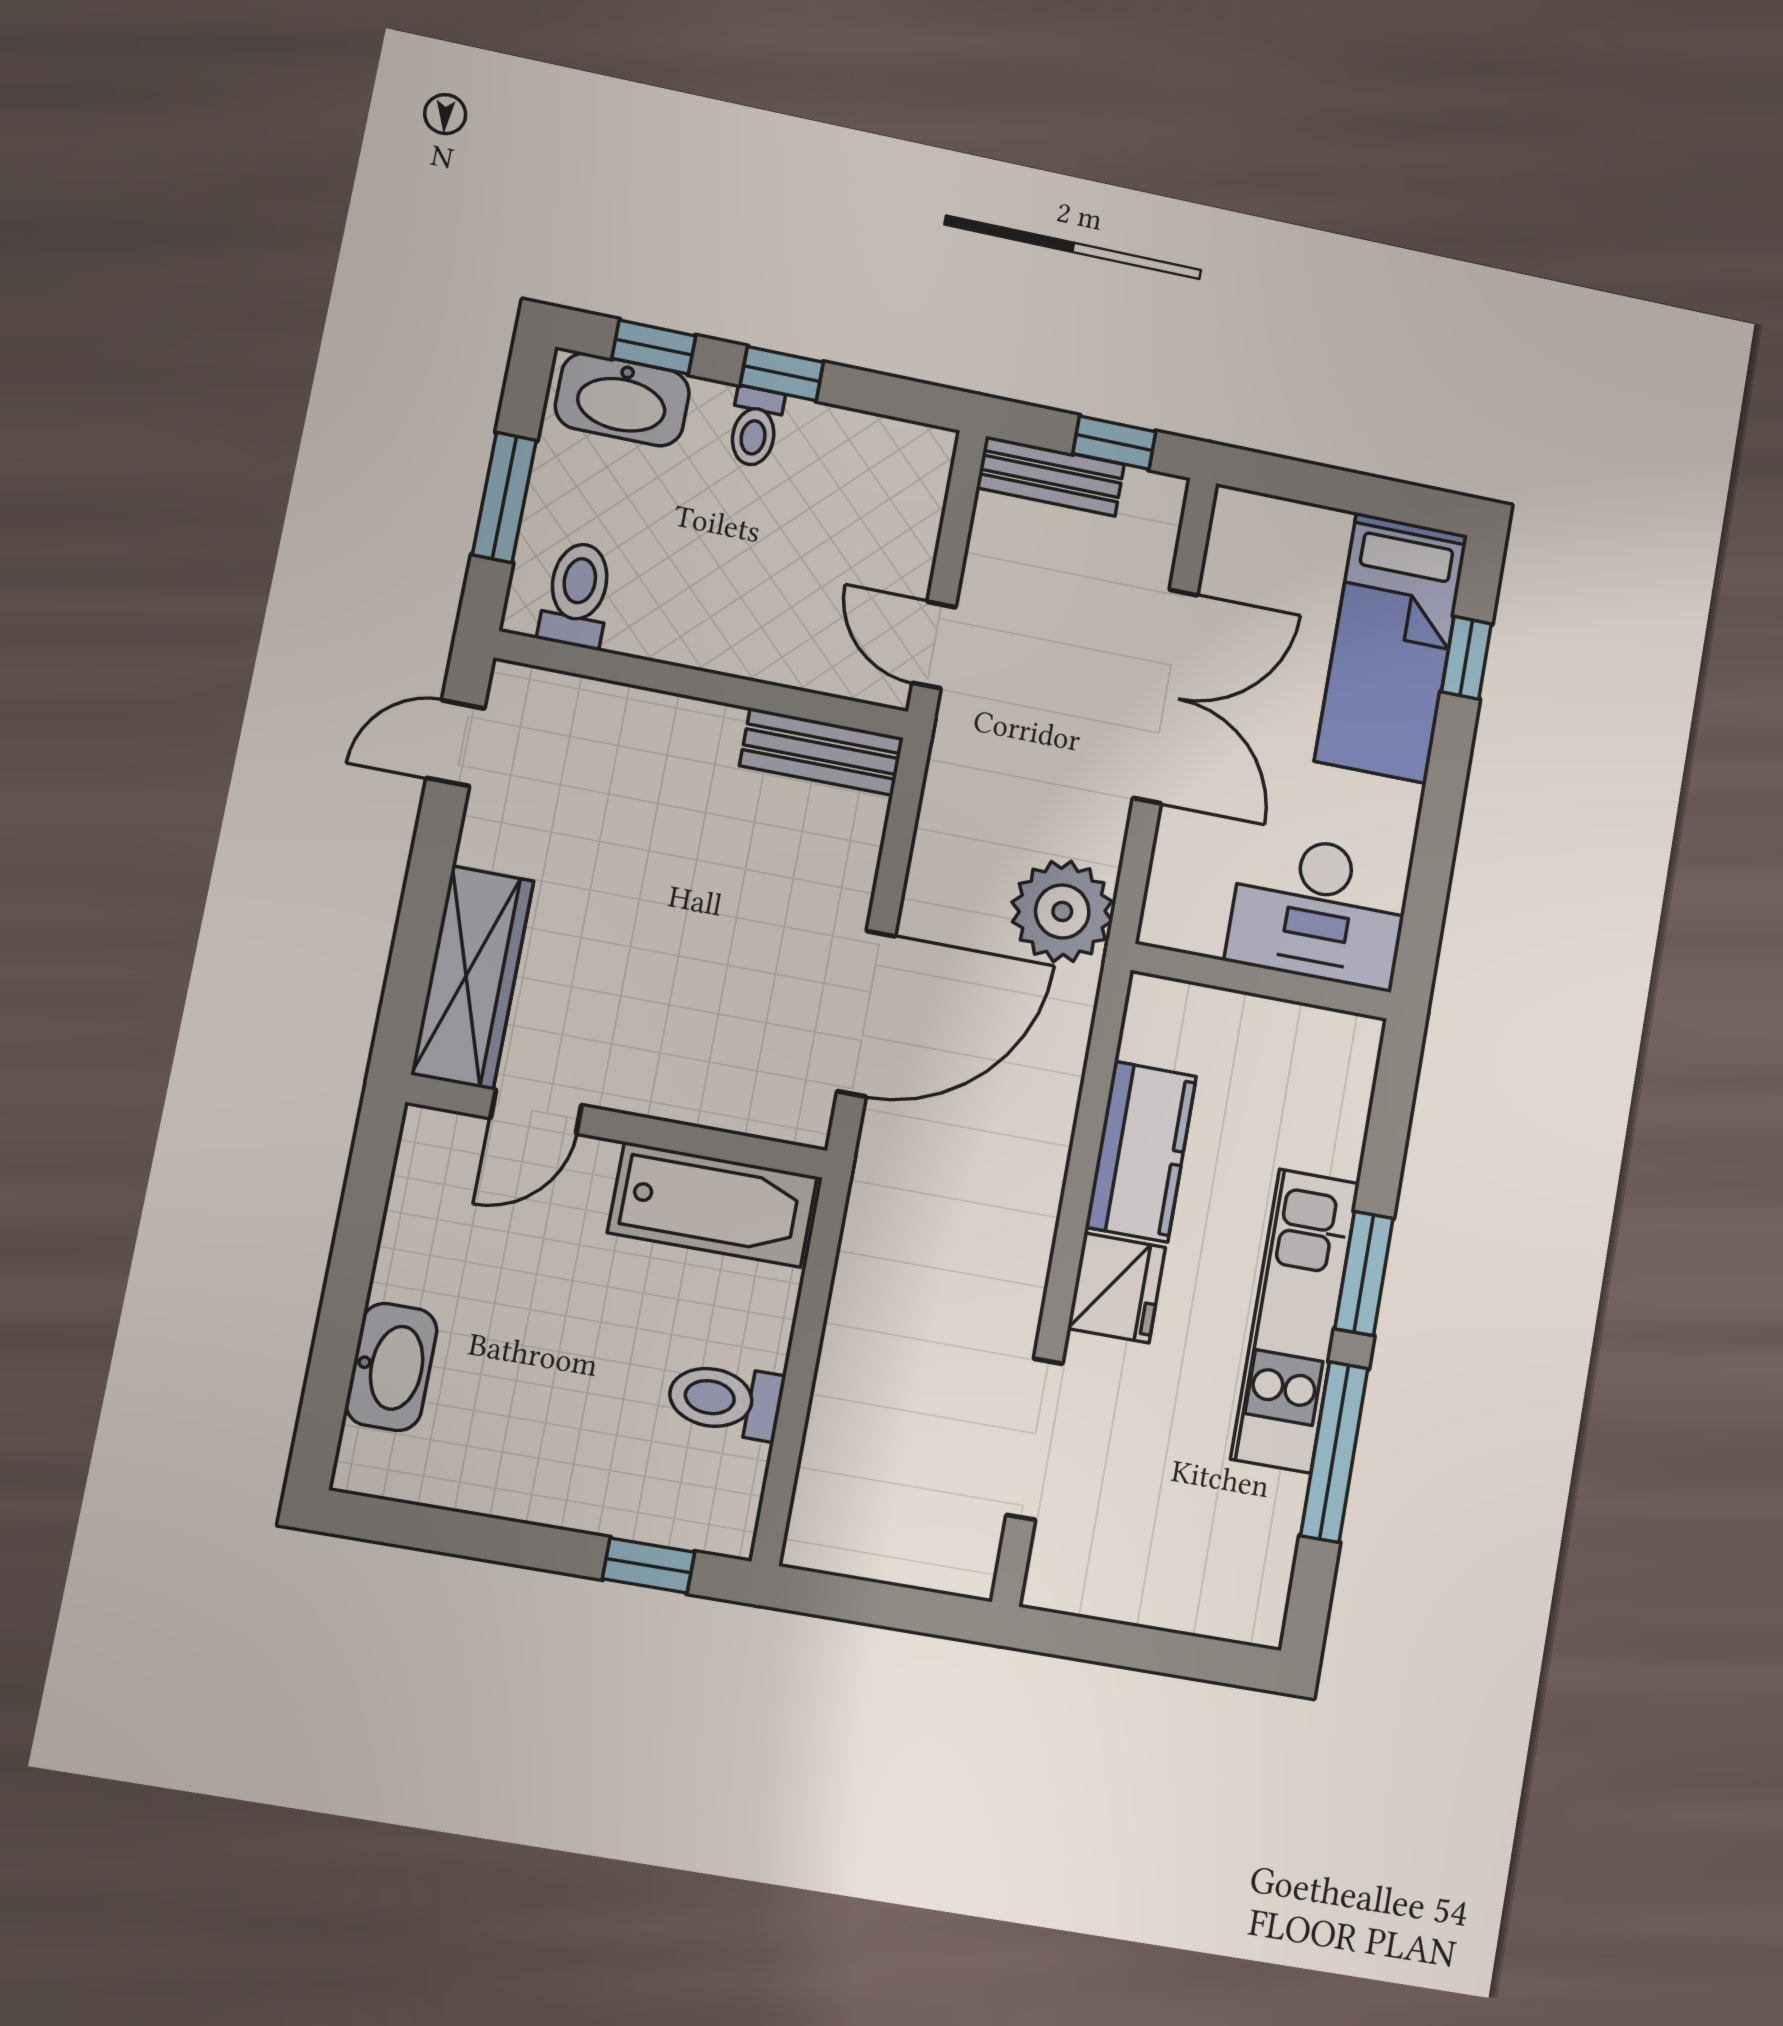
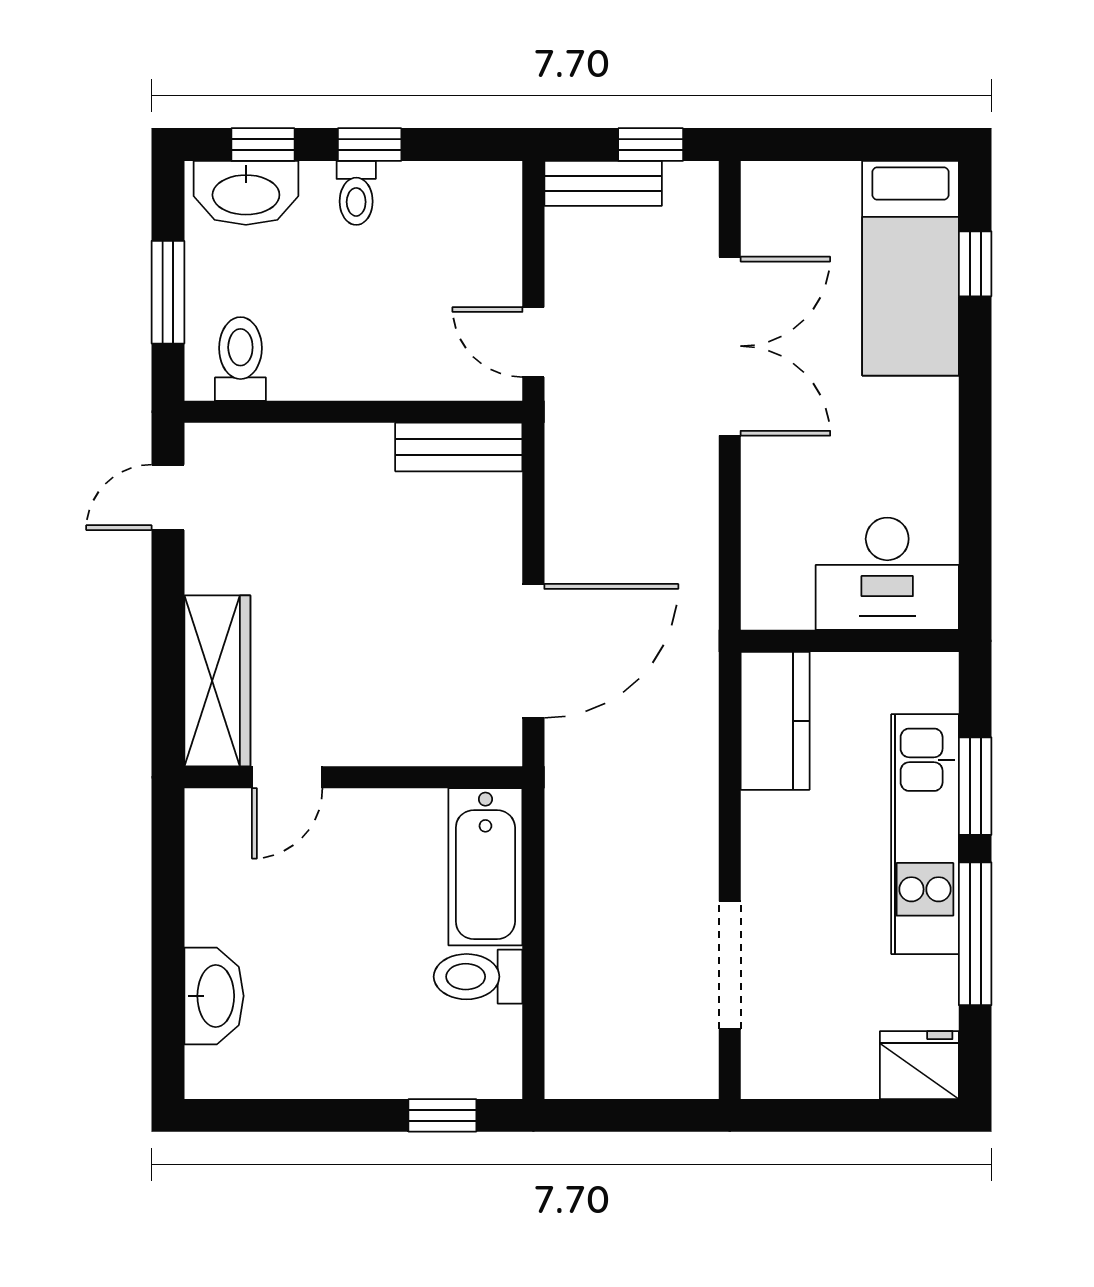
desk: (1319, 910) -> (887, 574), moved
plant: (1062, 911) -> (677, 539), removed
wall: (1261, 981) -> (850, 641), moved
bathtub: (713, 1205) -> (485, 867), moved, turned 90
fridge: (1117, 1288) -> (919, 1065), moved, turned -90

